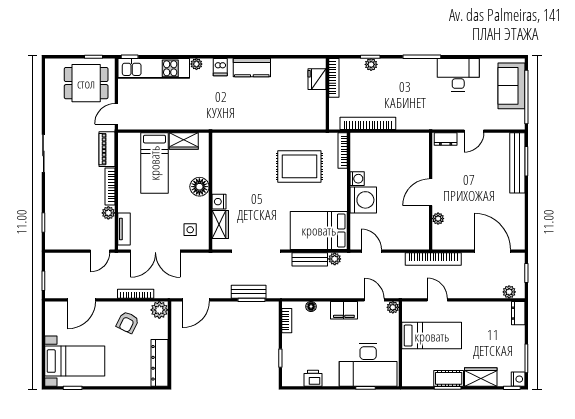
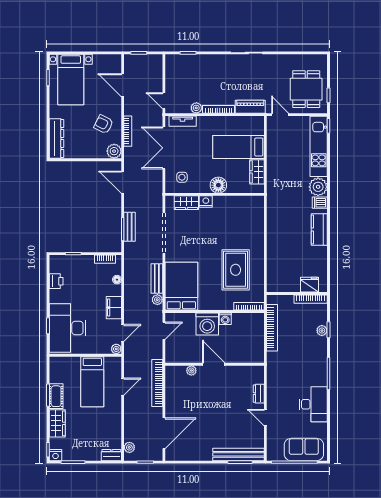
plant: (196, 64) -> (318, 187), width x1.87, depth x1.87
wall: (431, 191) -> (215, 364), moved
door: (431, 192) -> (214, 364), moved
plant: (438, 219) -> (191, 371), moved
dresser: (160, 363) -> (56, 138), moved, turned 90

